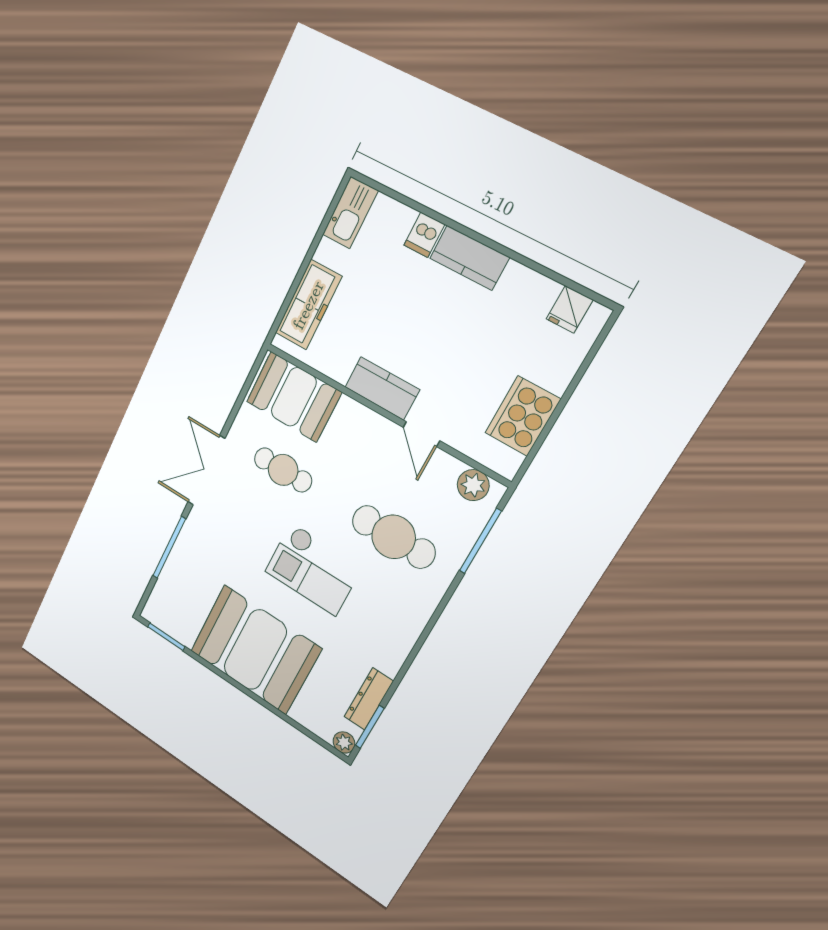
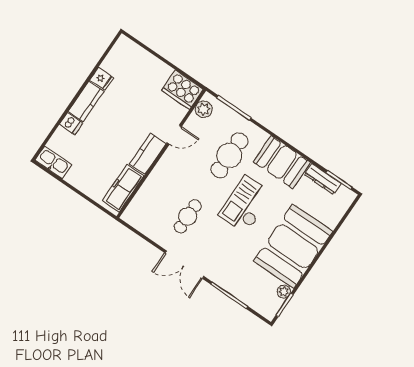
freezer: (308, 305) -> (123, 188), moved, turned -90
fridge: (570, 309) -> (102, 79), moved
booth: (294, 397) -> (282, 162), moved, turned 90
cooker: (523, 416) -> (183, 90), moved
checkout: (313, 569) -> (246, 204), turned 180
plant: (344, 742) -> (284, 292), moved

